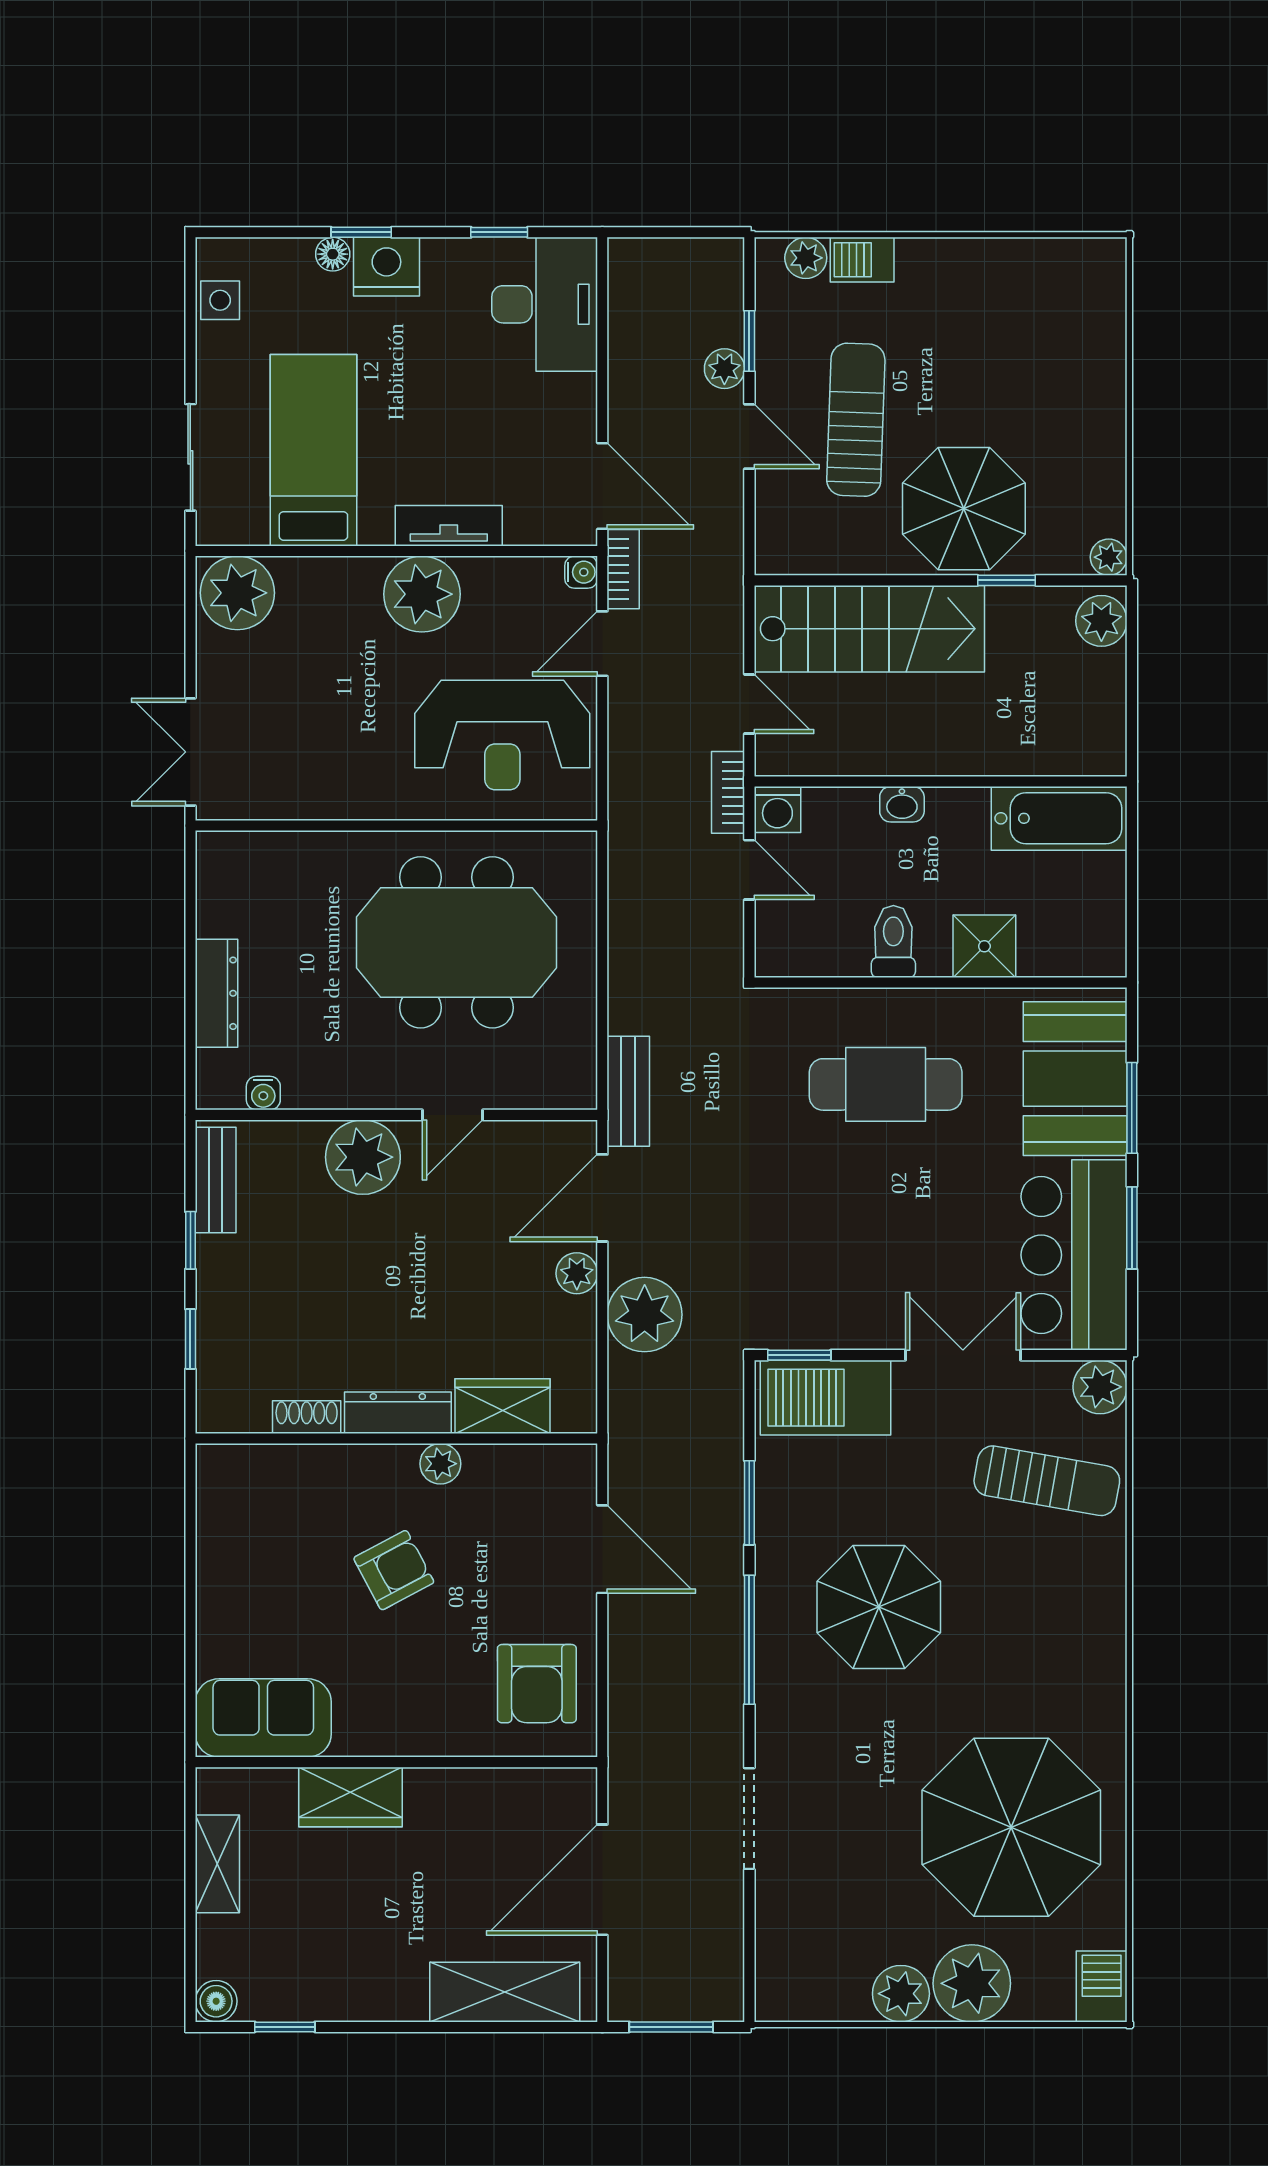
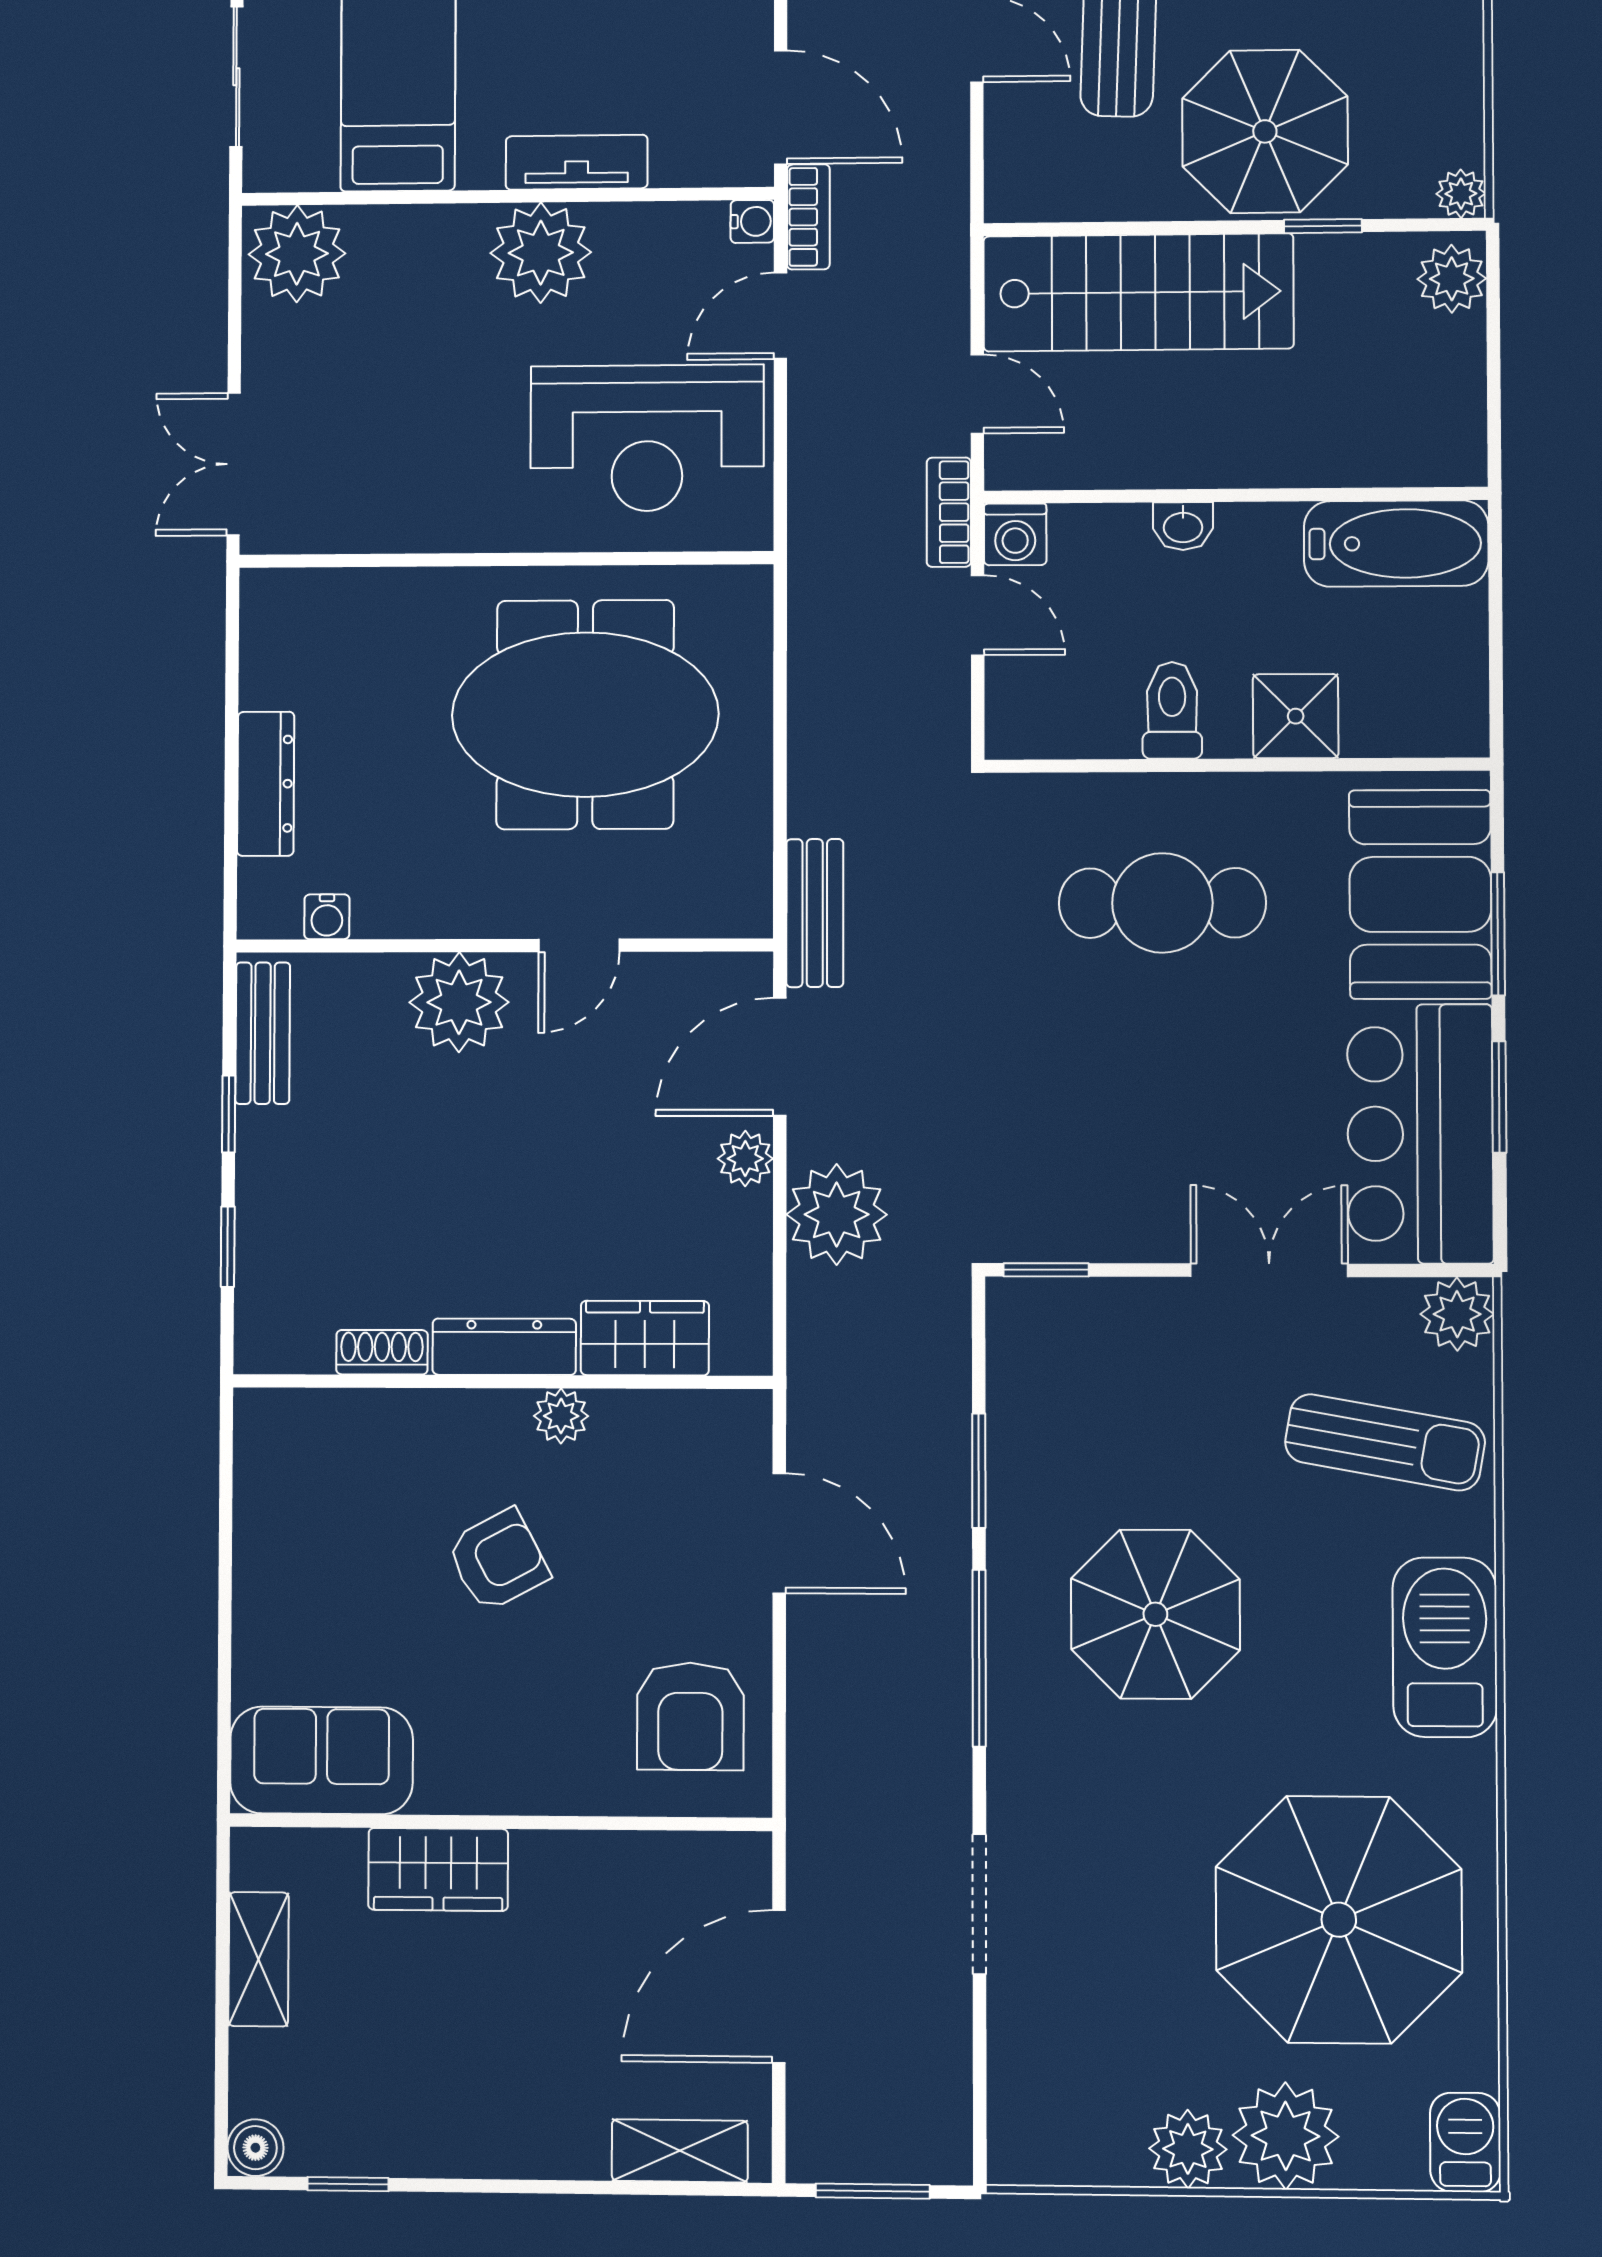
barbecue: (826, 1398) -> (1445, 1647), moved, turned 90
shelving: (505, 1992) -> (680, 2151), width x0.67, depth x0.75

